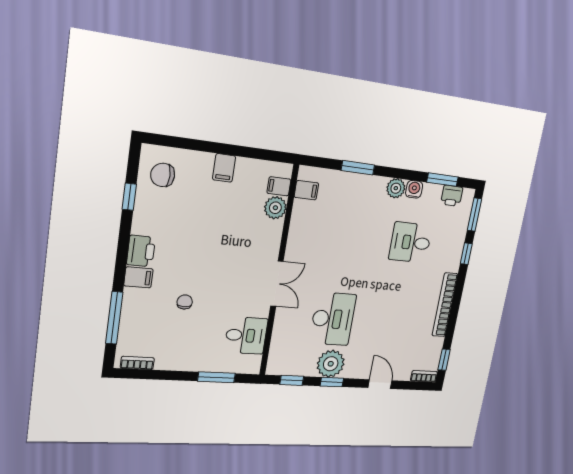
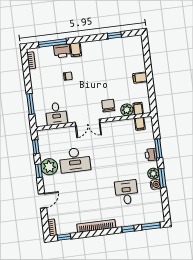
chair: (163, 175) -> (108, 106), moved
window: (442, 180) -> (162, 178), moved
printer: (452, 196) -> (151, 155), moved
printer: (141, 251) -> (62, 51), moved

